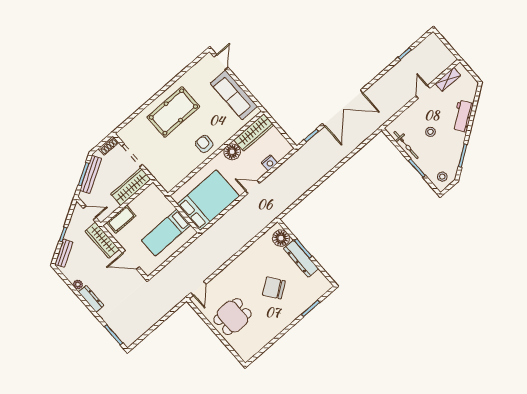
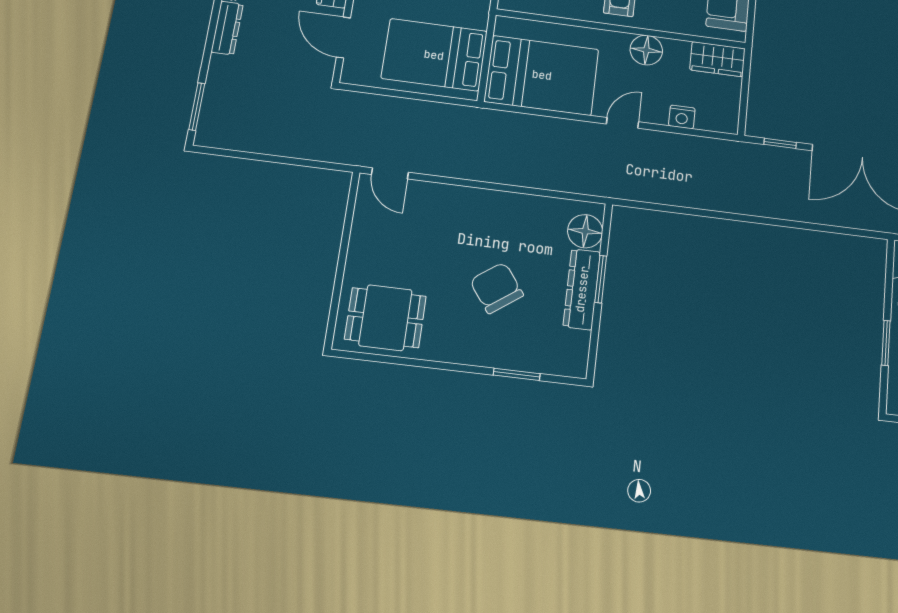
wardrobe: (254, 132) -> (717, 59), width x0.67
door: (252, 187) -> (623, 123), hinge flipped
bed: (166, 233) -> (434, 55), width x1.50
door: (198, 288) -> (390, 173), hinge flipped
dining table: (232, 317) -> (385, 318), moved

